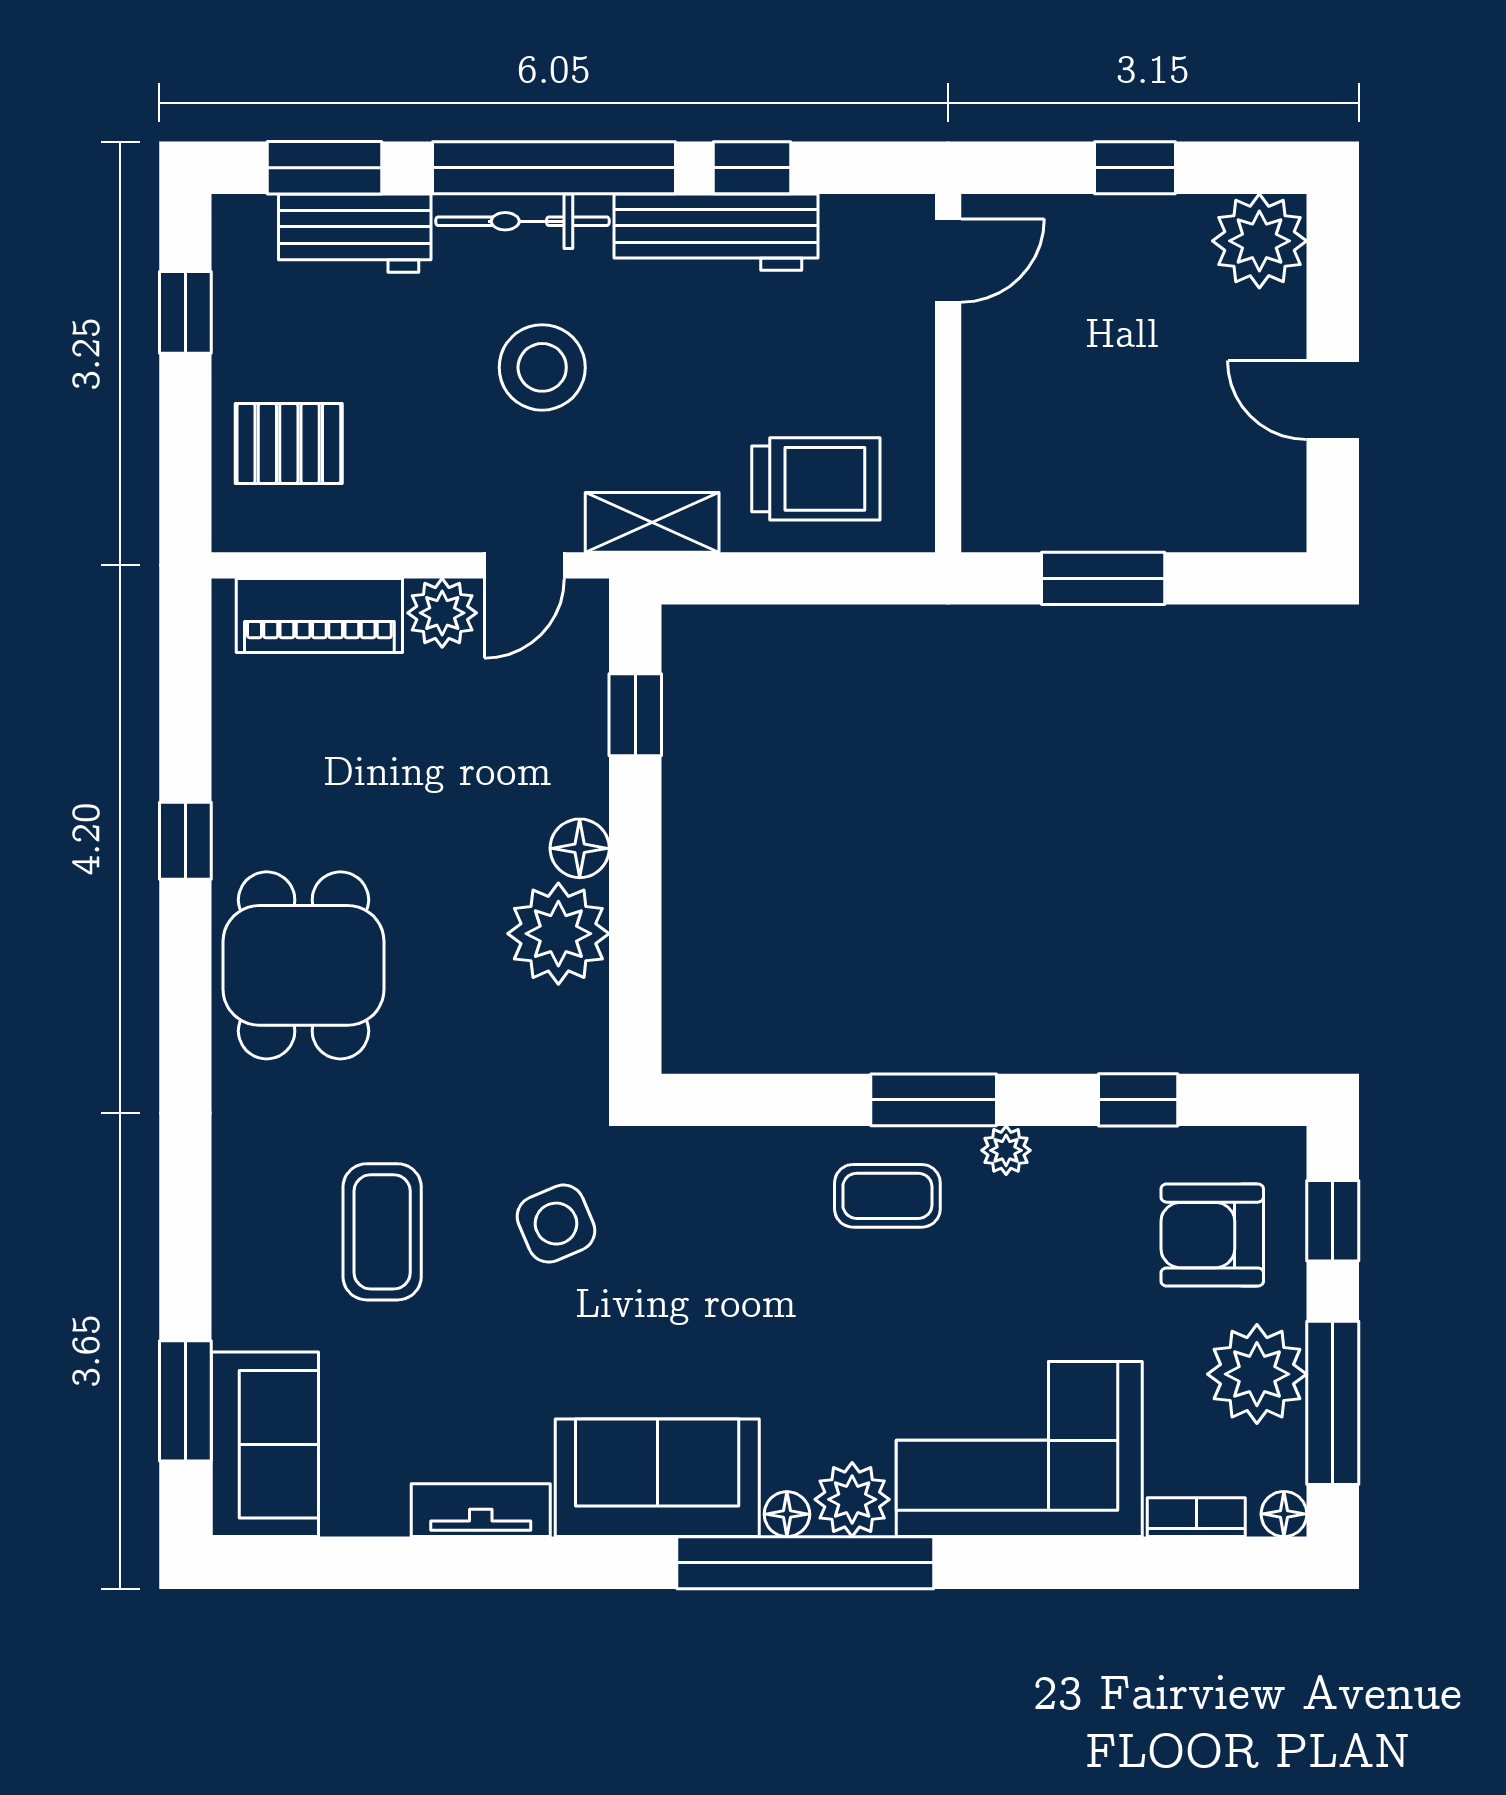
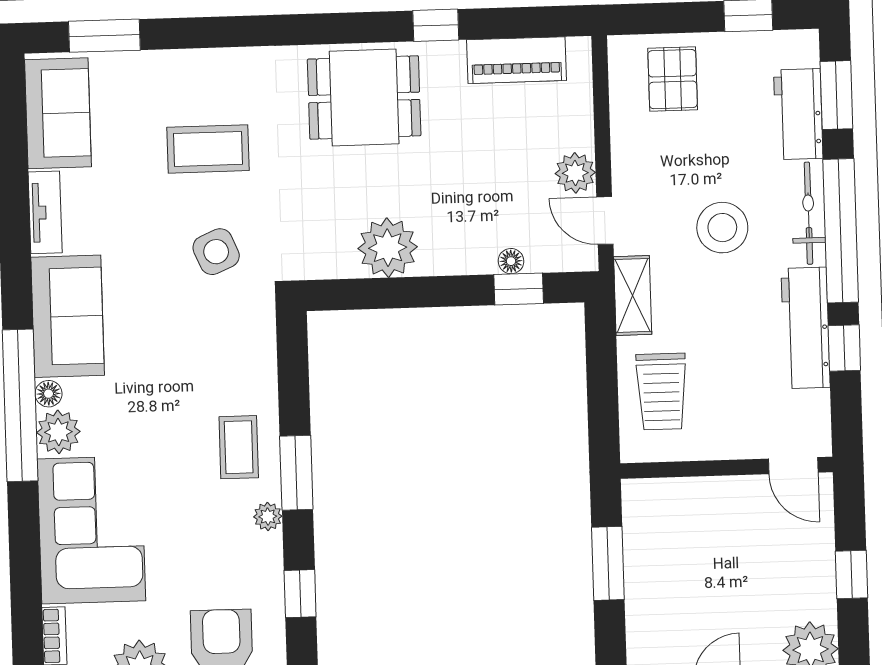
piano: (319, 616) -> (517, 60), moved, turned -90
floor lamp: (580, 848) -> (511, 261), moved, width x0.73, depth x0.73
sofa: (265, 1444) -> (58, 113), moved, turned -90

